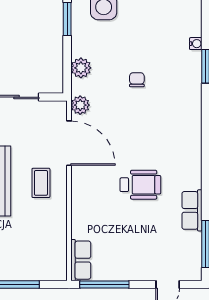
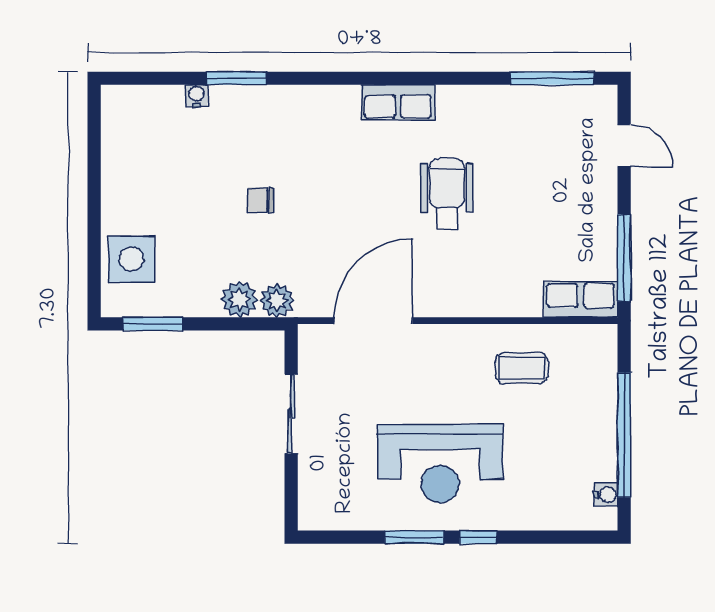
plant: (80, 105) -> (277, 301), moved
coffee table: (41, 183) -> (522, 368), moved
row of seats: (192, 210) -> (398, 102), moved

